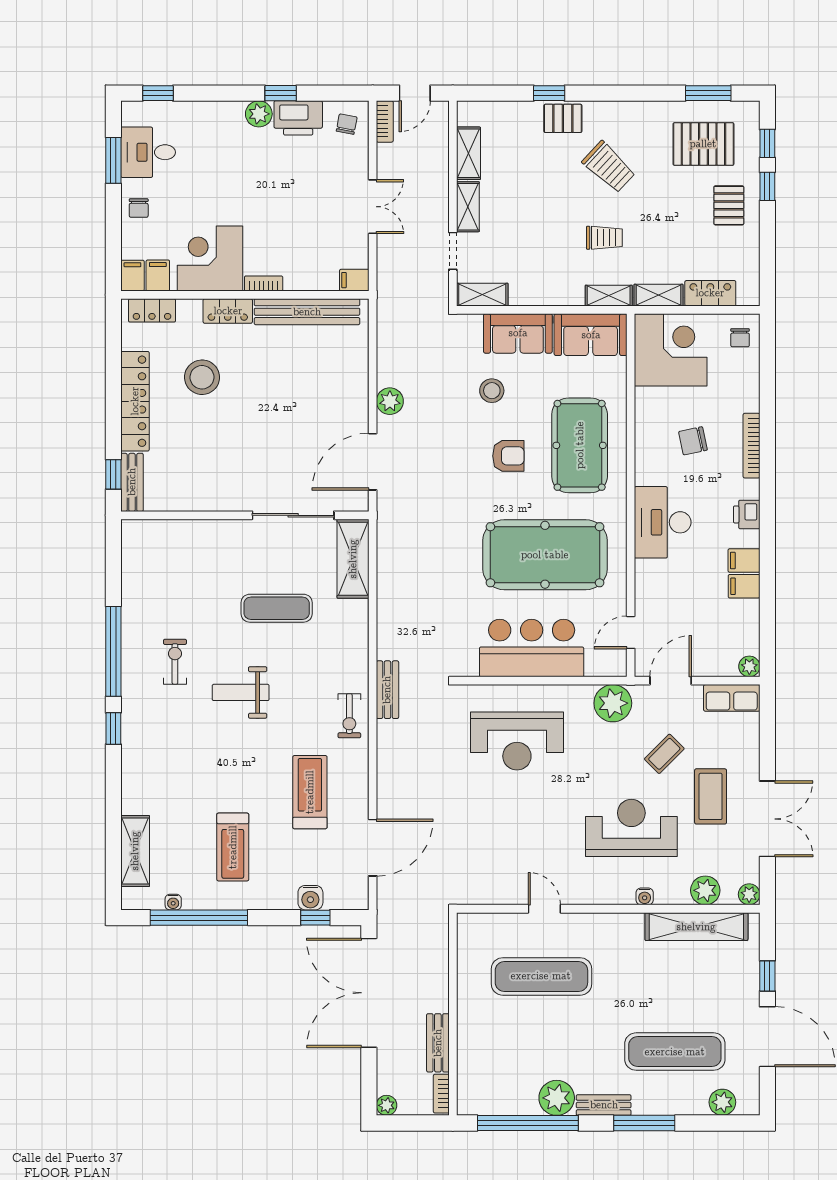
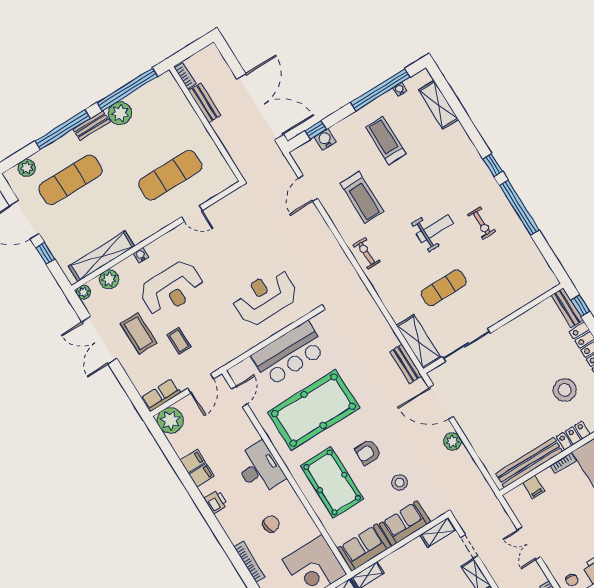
filing cabinet: (354, 280) -> (533, 487), moved, turned 90
bookcase: (751, 446) -> (250, 562), moved
door: (373, 462) -> (441, 402), swing flipped
plant: (749, 666) -> (170, 420), width x1.88, depth x1.88
bench: (387, 690) -> (406, 364), moved
plant: (613, 703) -> (225, 351), removed
coffee table: (664, 754) -> (179, 341), turned -45
door: (373, 848) -> (308, 188), width x0.73
plant: (387, 1105) -> (212, 51), removed
window: (644, 1123) -> (63, 130), width x1.46

